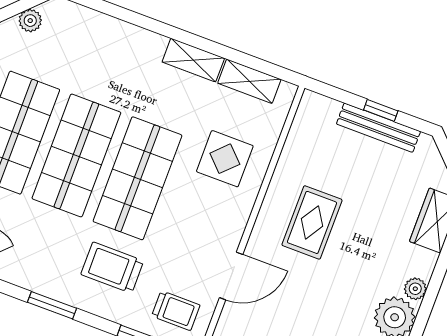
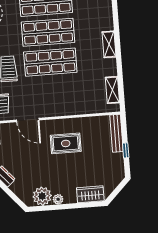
shelving: (193, 60) -> (109, 44), moved
bench: (378, 128) -> (117, 133), moved
display table: (225, 159) -> (75, 95), removed

